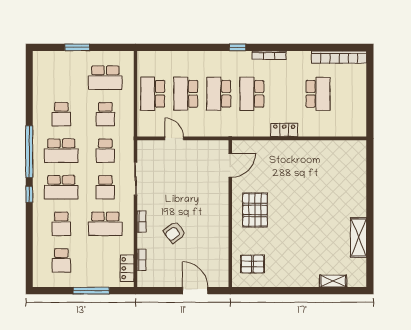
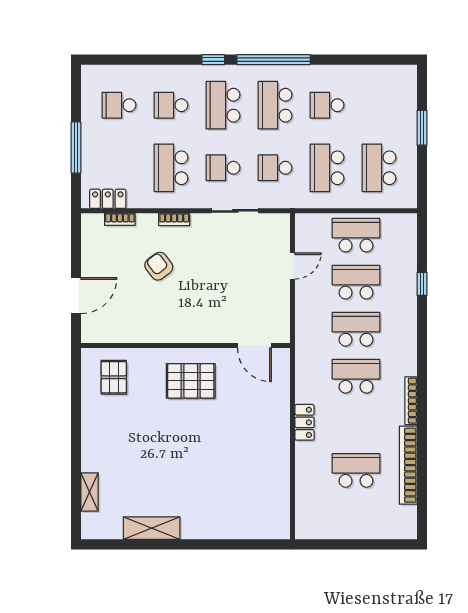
window: (238, 47) -> (422, 284), moved
bookcase: (339, 57) -> (408, 465), moved
school desk: (318, 94) -> (356, 470), turned 180
school desk: (105, 114) -> (327, 168), width x1.85

